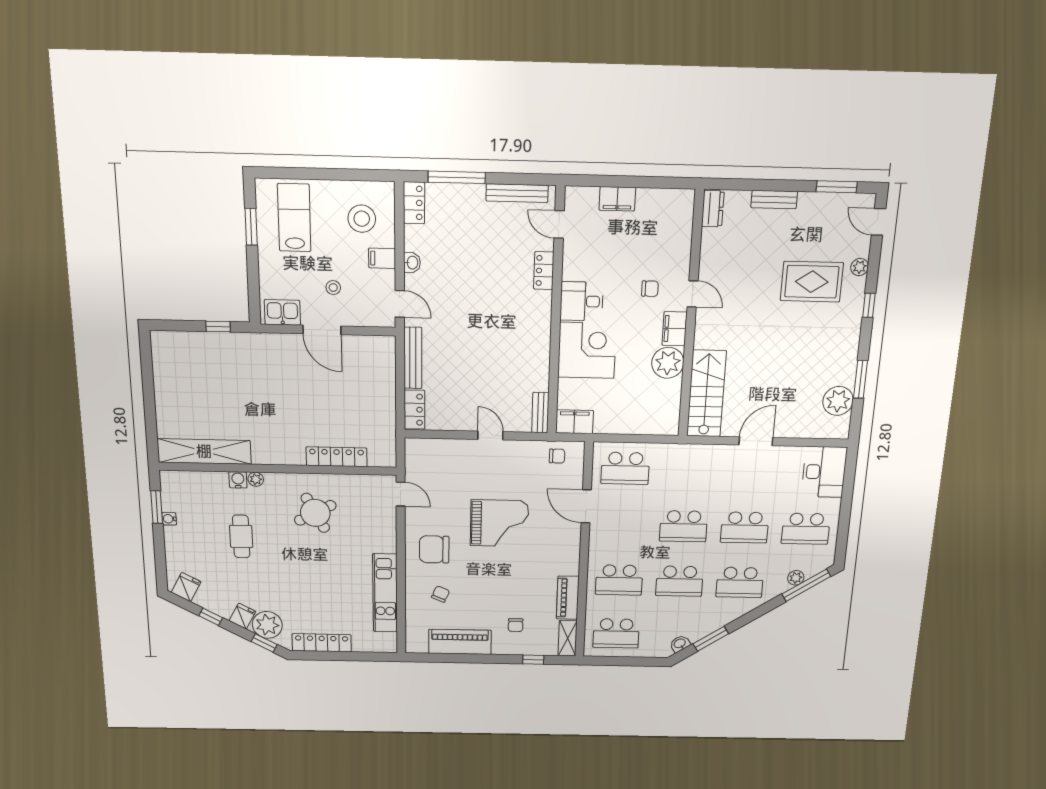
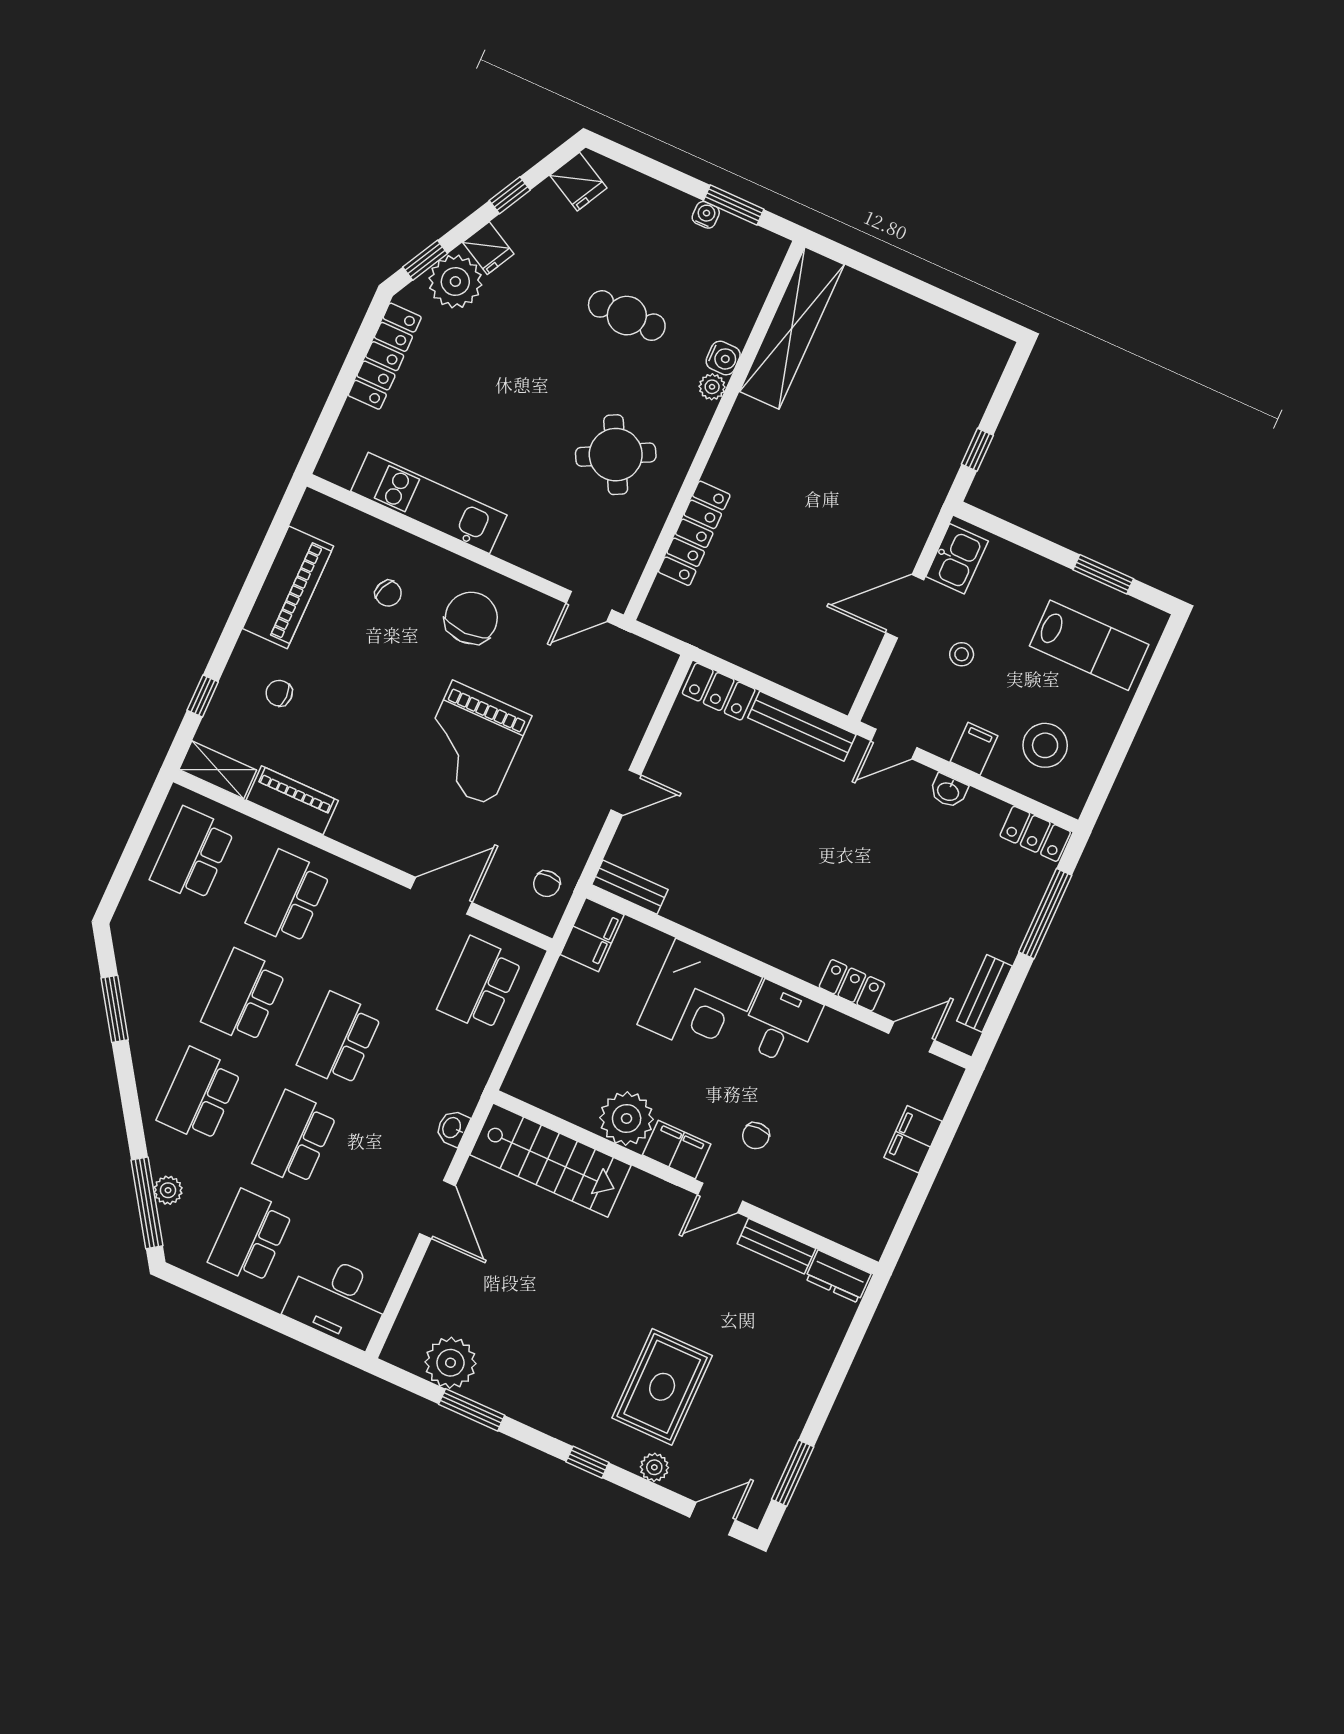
bench: (517, 193) -> (984, 993), width x0.73
bench: (774, 200) -> (776, 1246), moved, turned 90
washbasin: (680, 644) -> (452, 1128), moved, turned -146

